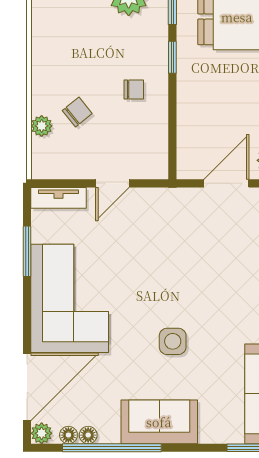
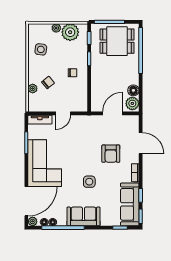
side table: (61, 36) -> (41, 49), added
armchair: (223, 277) -> (111, 154), added

